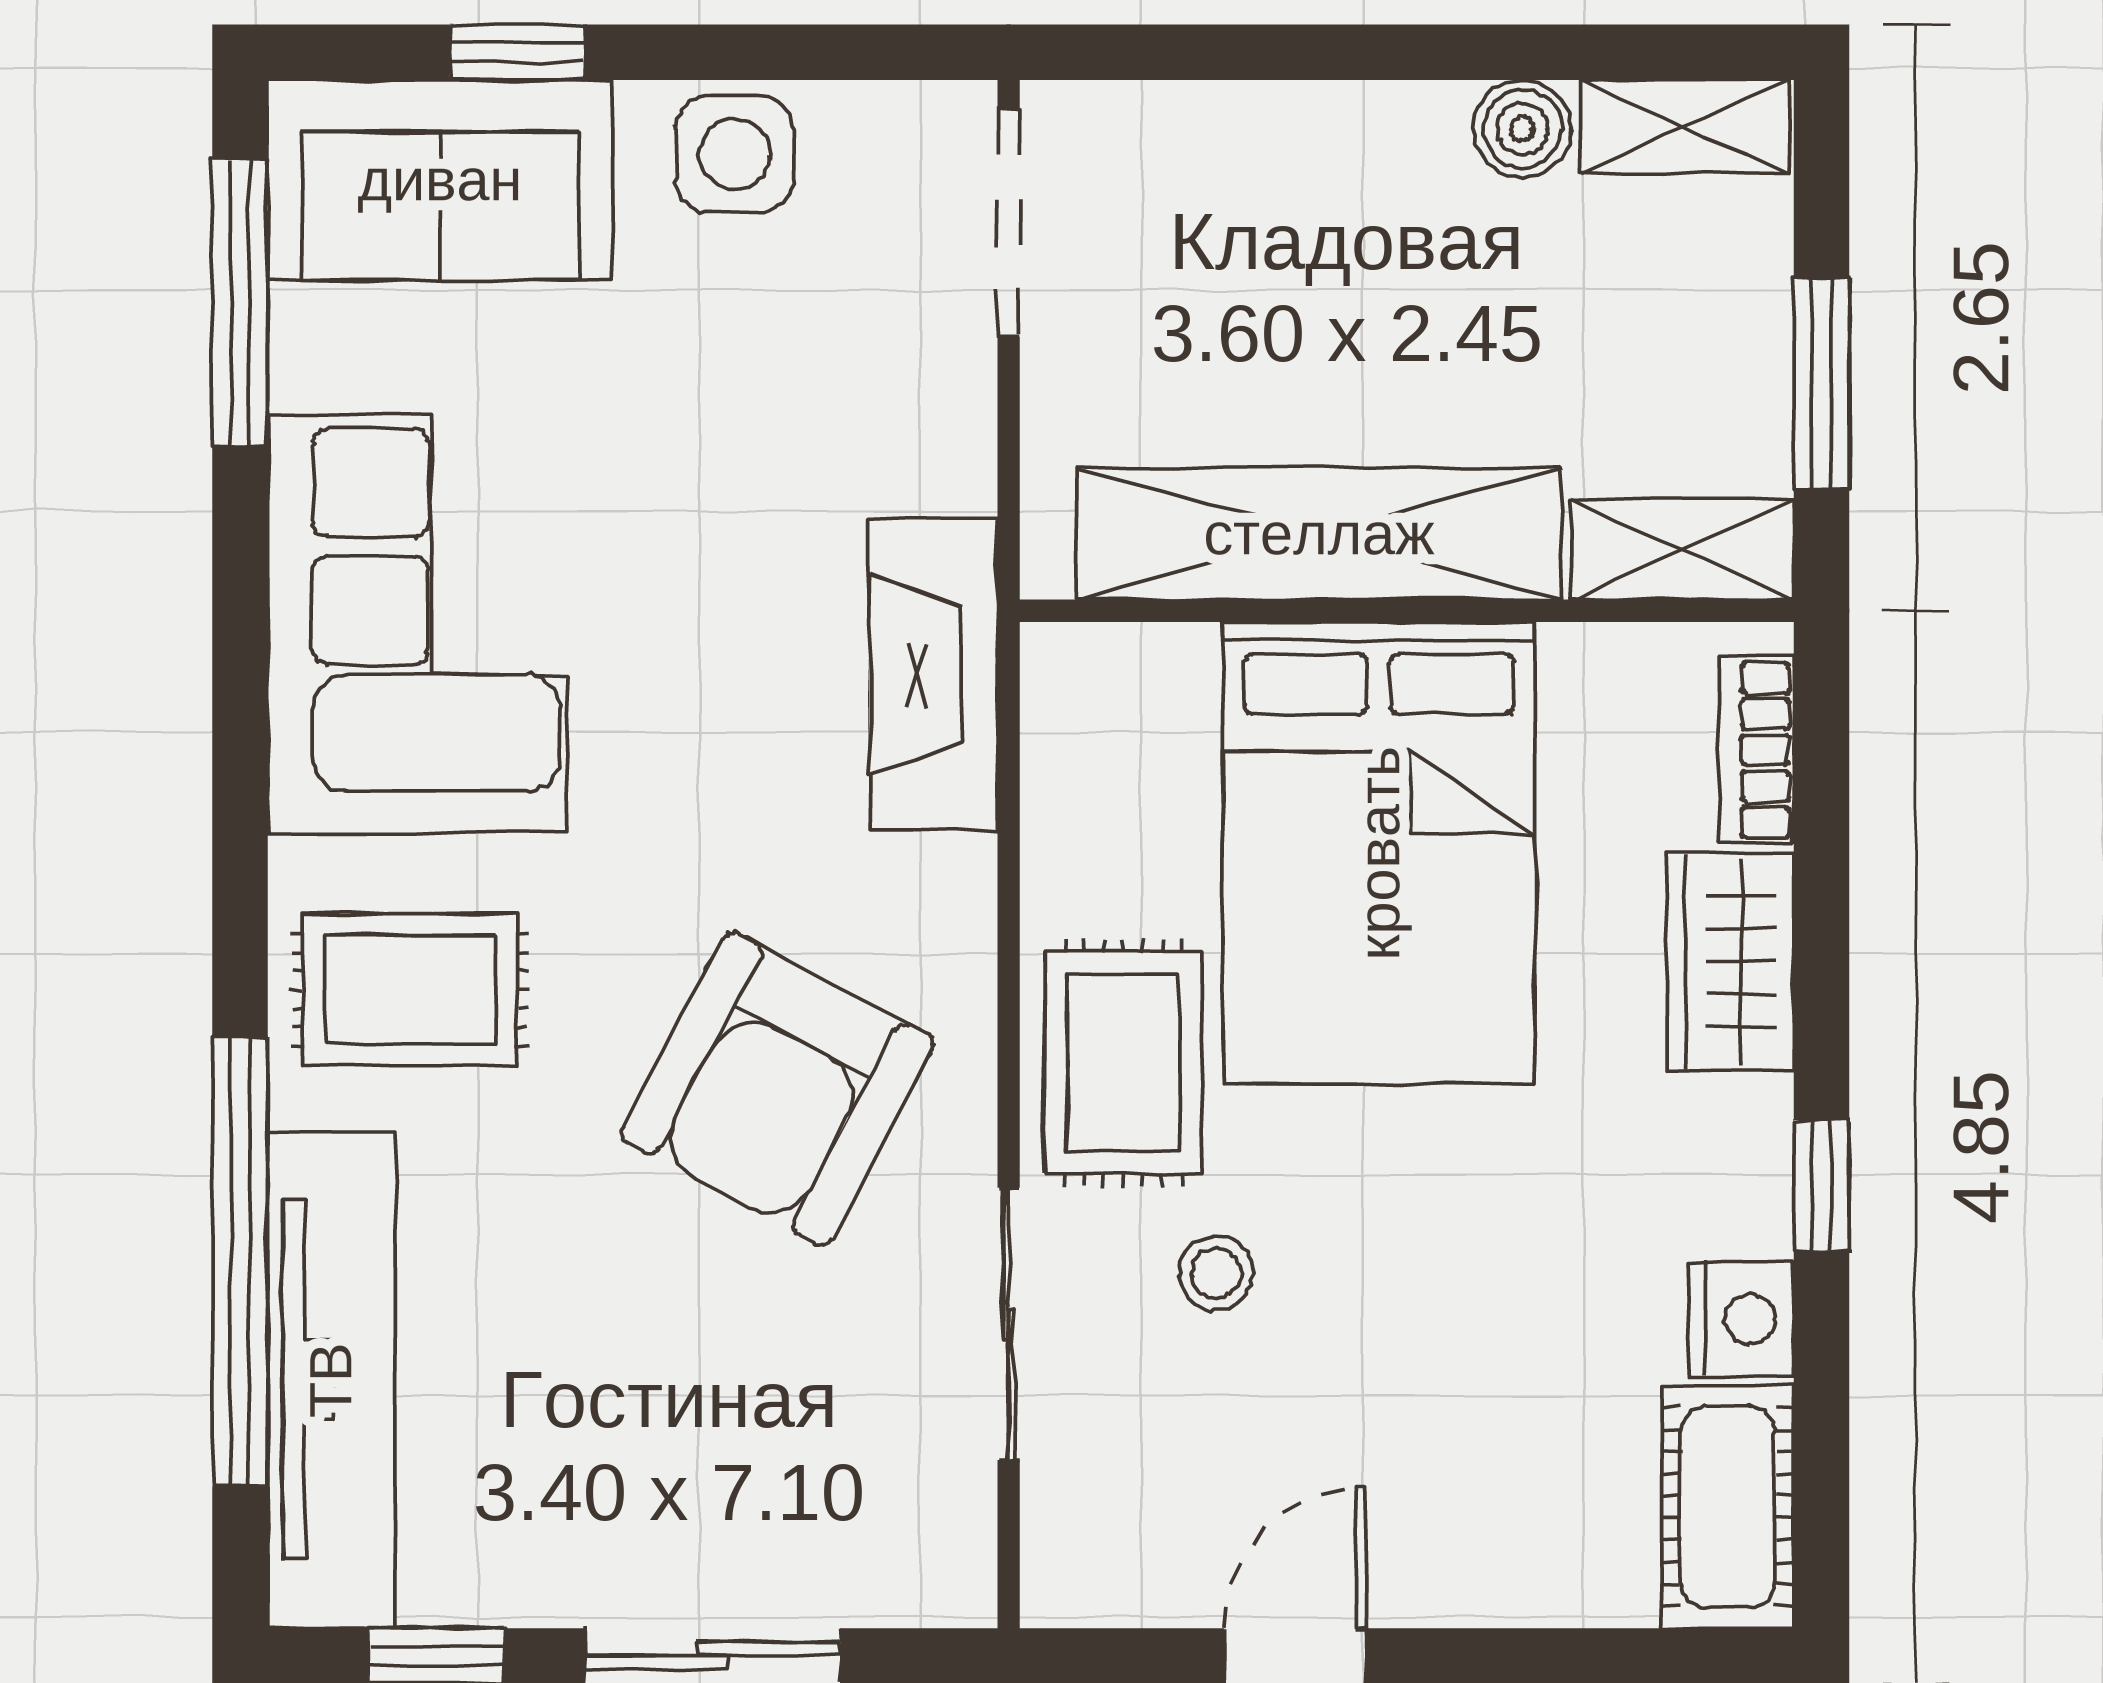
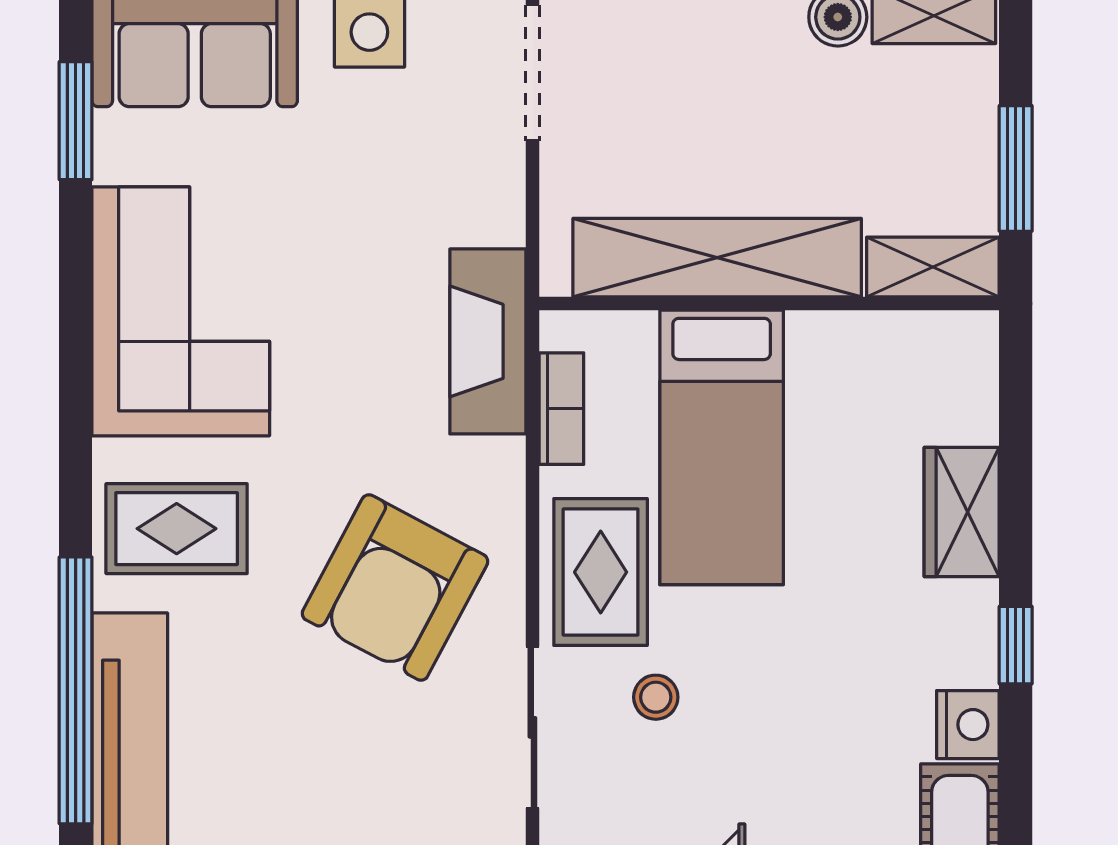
window: (240, 303) -> (76, 121), width x0.69
bookcase: (1756, 750) -> (561, 409), moved, turned 180
bed: (1379, 853) -> (722, 447), width x0.67

